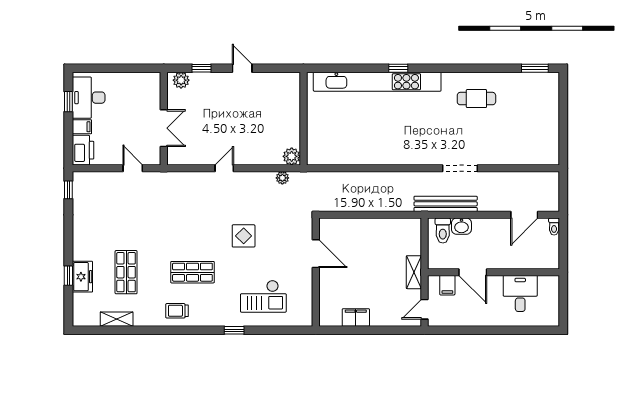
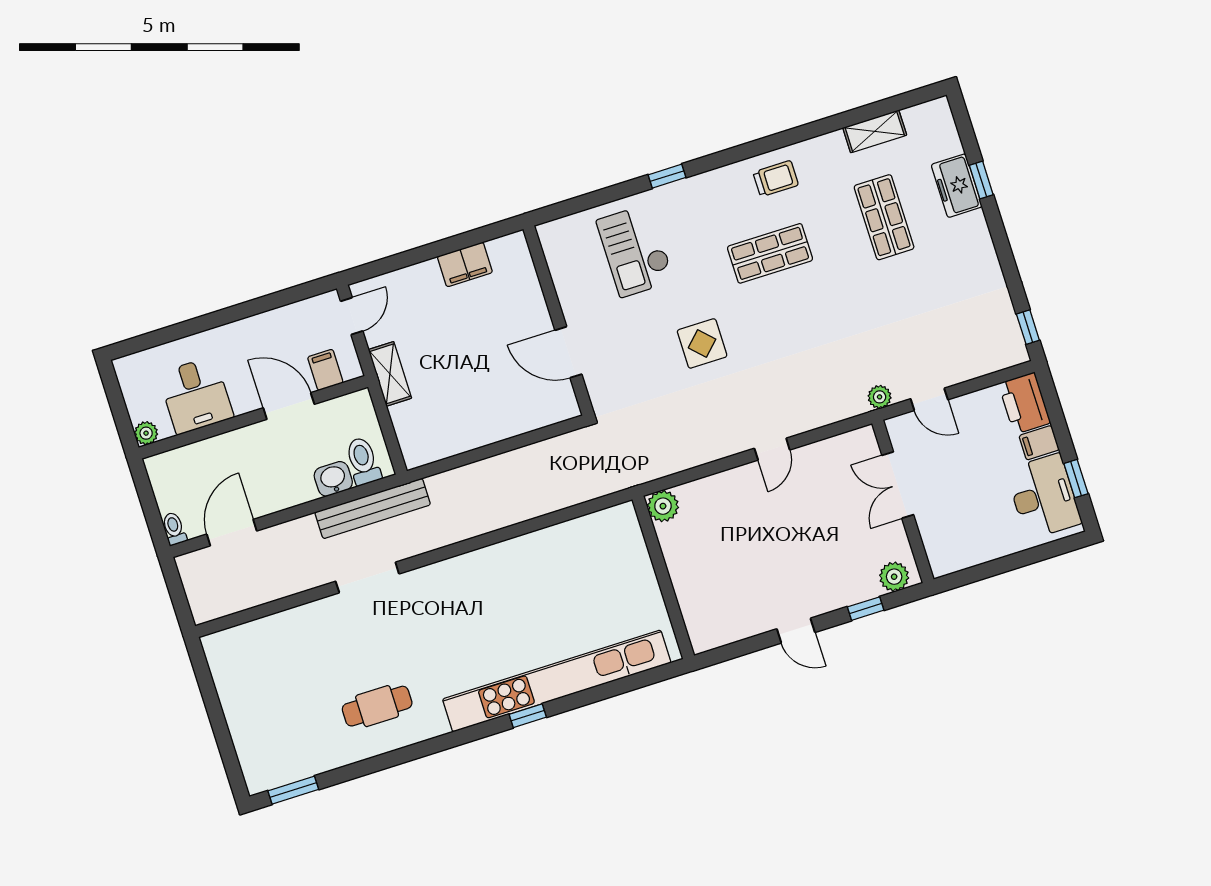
plant: (282, 178) -> (880, 397), moved
plant: (553, 282) -> (146, 433), added
checkout: (263, 296) -> (635, 251), turned -90

